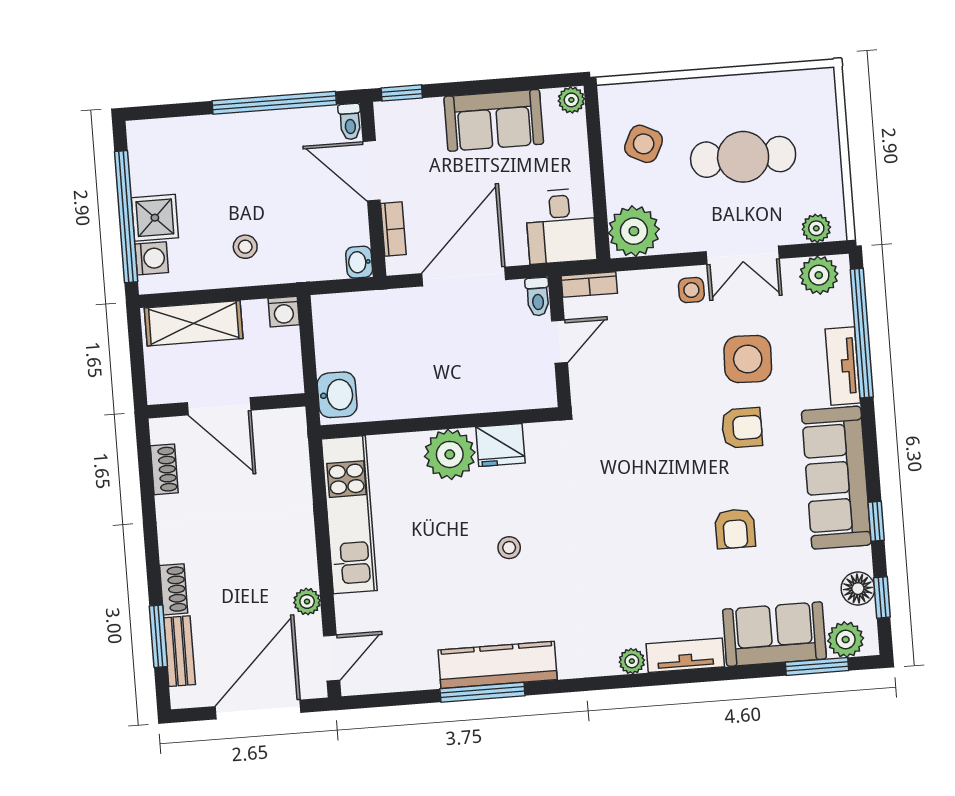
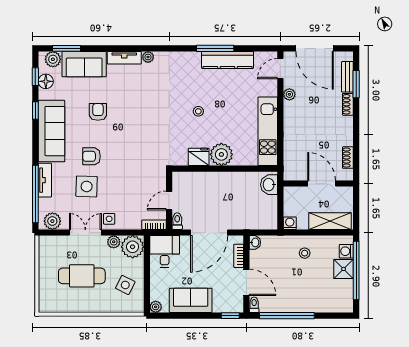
plant: (816, 228) -> (114, 242), moved
kitchen counter: (498, 665) -> (228, 60), moved
door: (258, 709) -> (315, 48), hinge flipped

